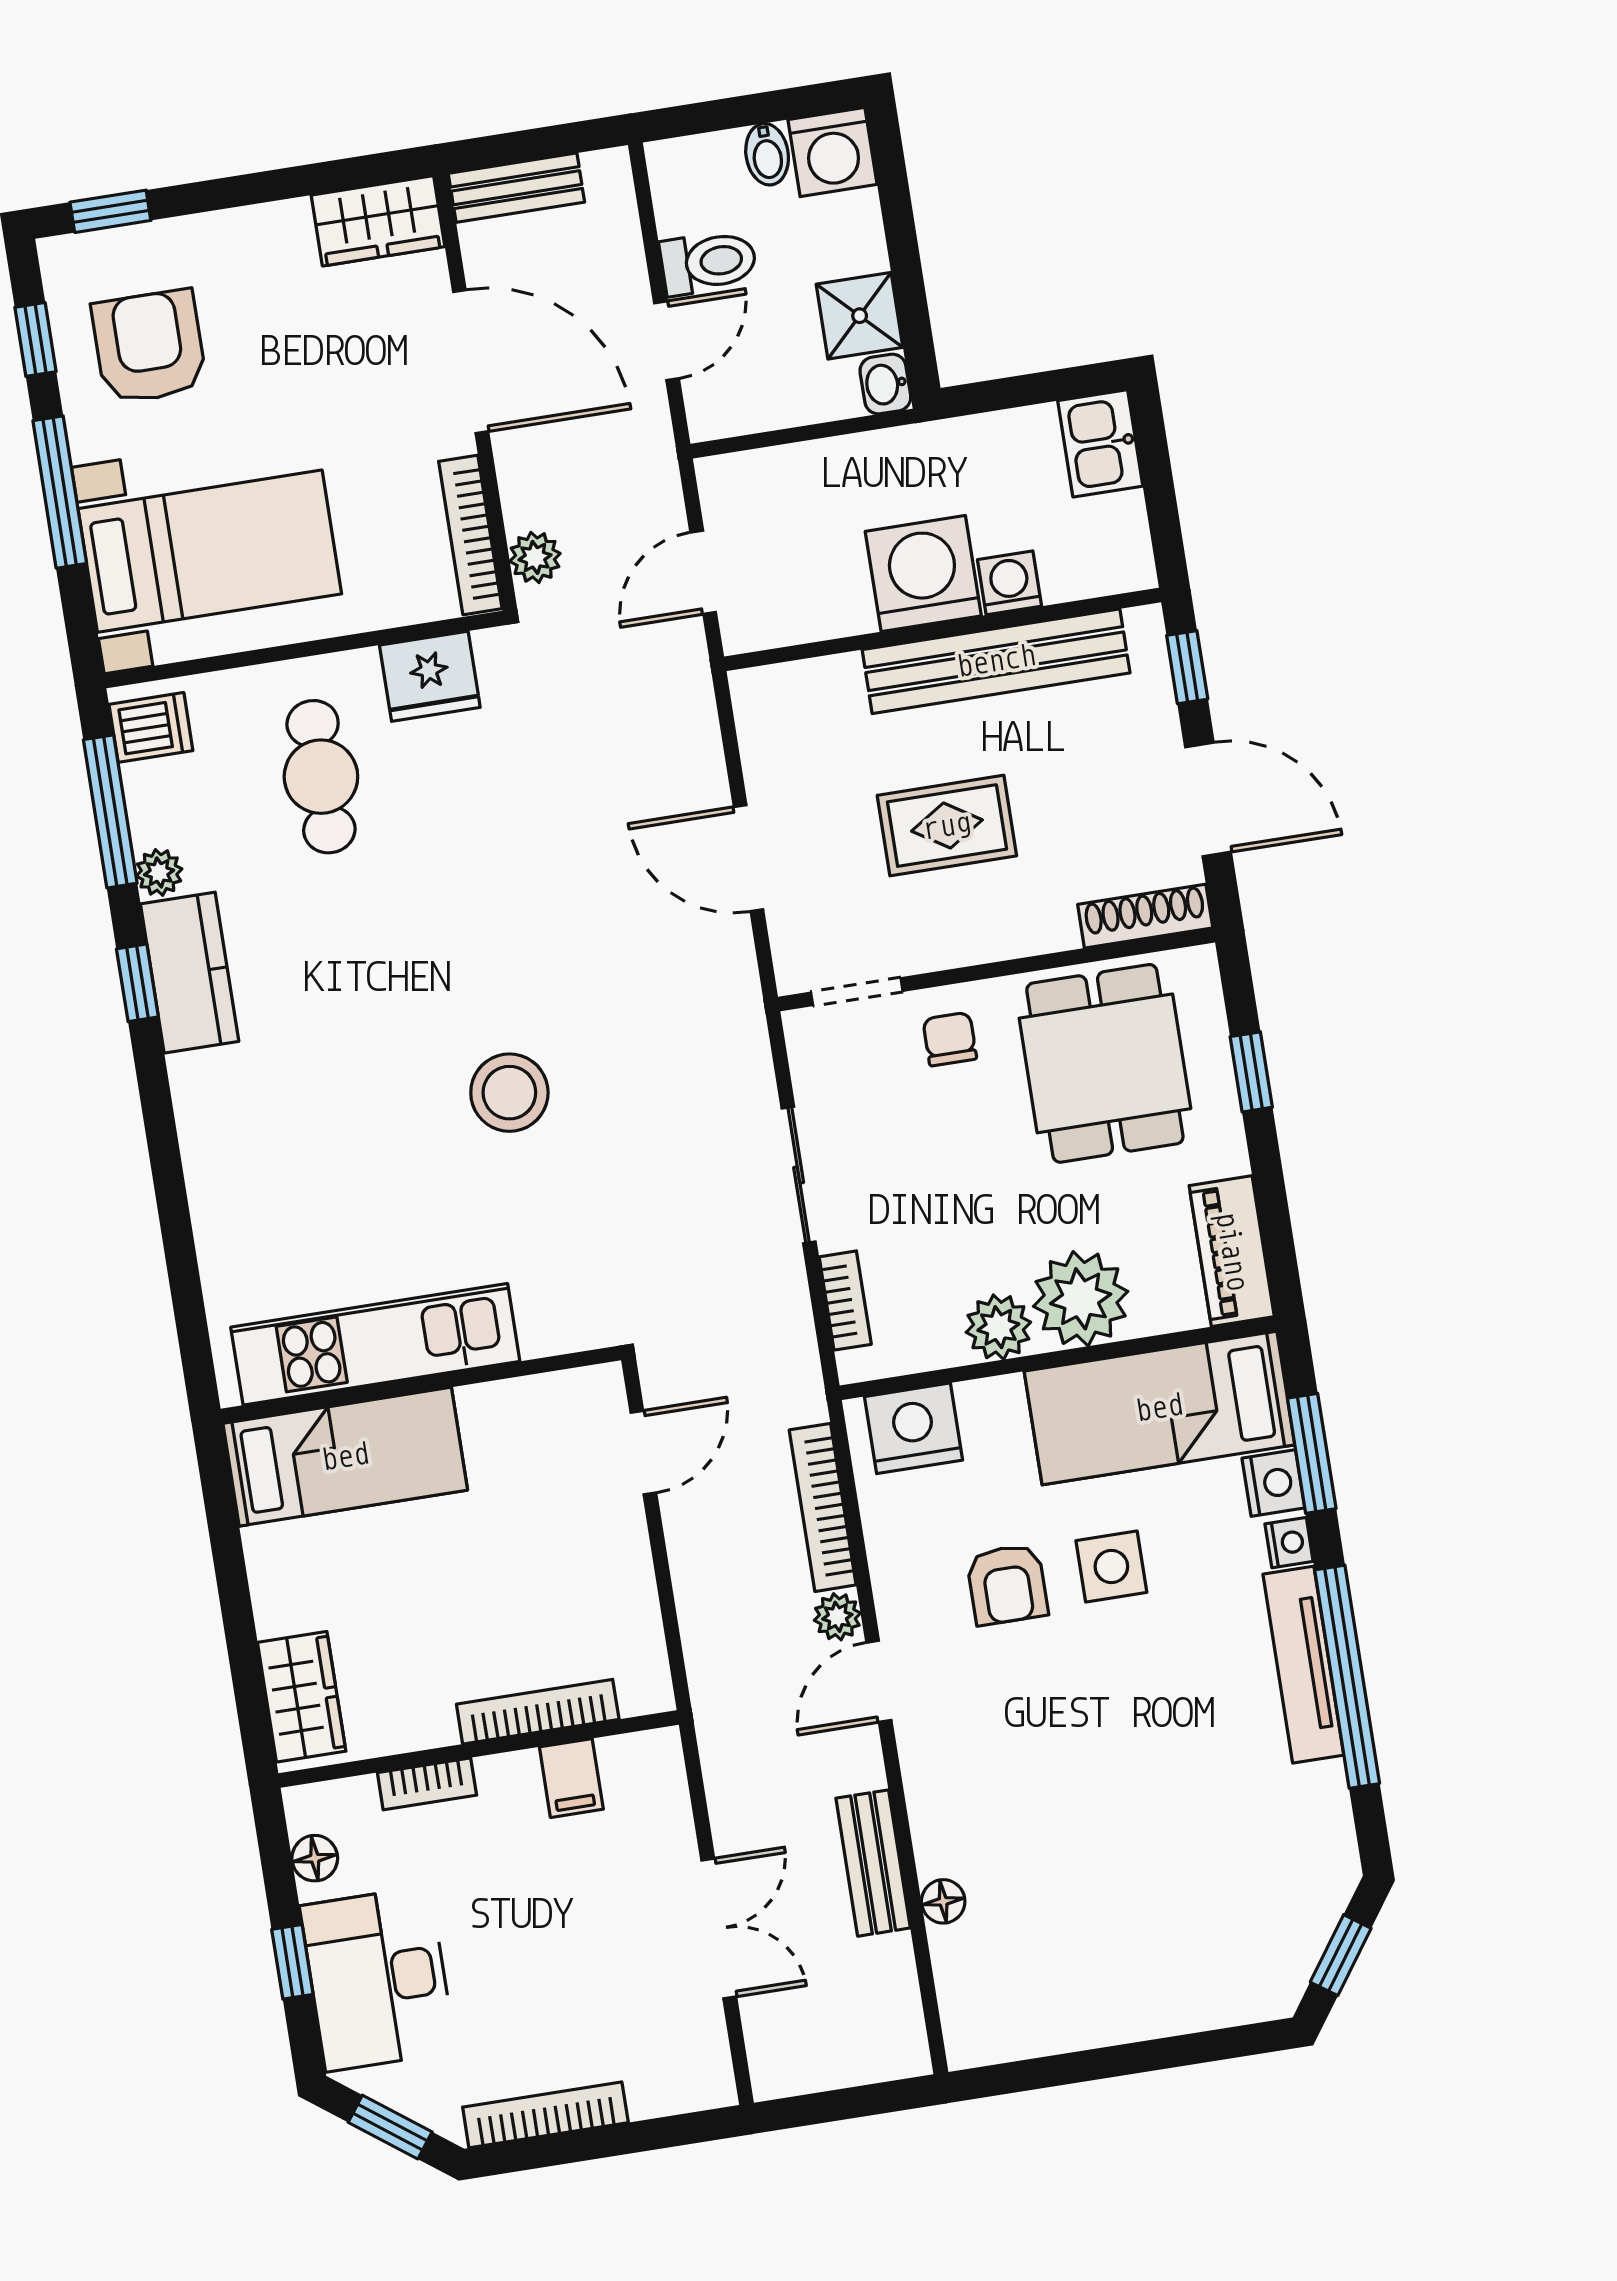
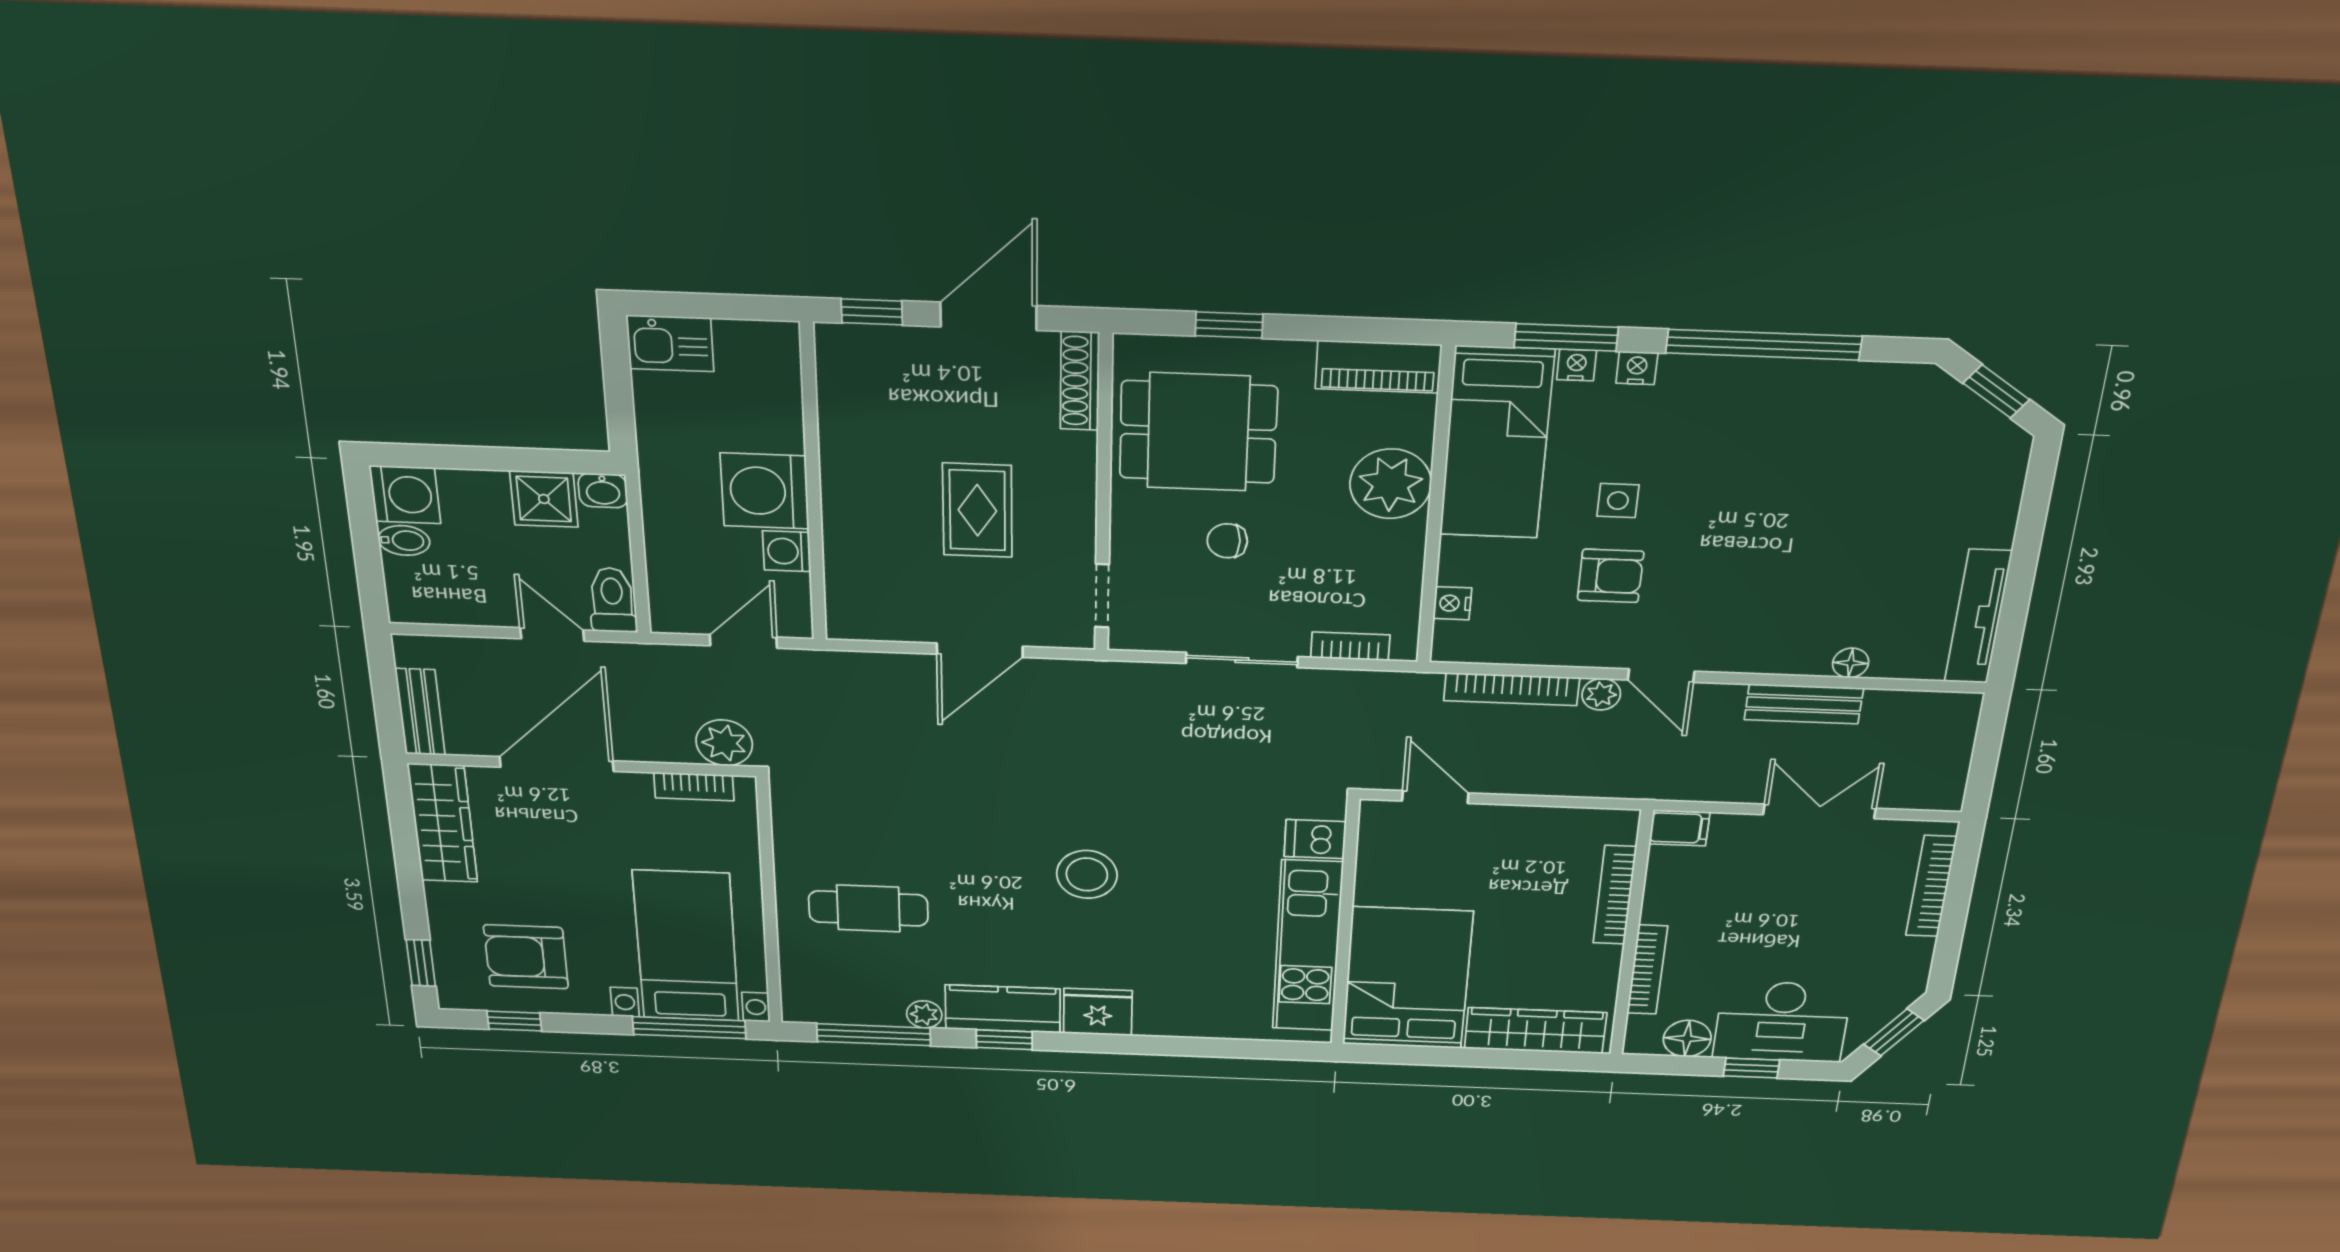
wardrobe: (378, 221) -> (443, 823), width x1.50
toilet: (708, 262) -> (612, 600), moved
window: (60, 492) -> (689, 1028), moved
bookcase: (470, 535) -> (694, 787), width x0.64
plant: (535, 557) -> (724, 743), width x1.38, depth x1.38
door: (703, 572) -> (743, 641), swing flipped
washing machine: (1010, 583) -> (787, 551), moved
bench: (996, 661) -> (846, 452), removed
fridge: (430, 676) -> (1098, 1012), moved, turned -90
dishwasher: (151, 727) -> (1315, 839), moved, turned -90
chair: (950, 1039) -> (1227, 541), moved
stool: (509, 1093) -> (1087, 874), moved
plant: (998, 1327) -> (1399, 546), removed
nightstand: (913, 1428) -> (1452, 603), width x0.53, depth x0.56
bed: (345, 1457) -> (1407, 978), width x1.50
nightstand: (1273, 1483) -> (1577, 365), width x0.72, depth x0.74
side table: (1111, 1566) -> (1618, 501), width x0.73, depth x0.73
tv unit: (1303, 1665) -> (1978, 617), moved, turned 90
wardrobe: (302, 1697) -> (1535, 1031), width x1.50
filing cabinet: (571, 1778) -> (1679, 828), moved
bookcase: (427, 1784) -> (1647, 970), width x1.56
floor lamp: (315, 1858) -> (1687, 1039), width x1.37, depth x1.37
bookcase: (545, 2115) -> (1931, 886), moved

